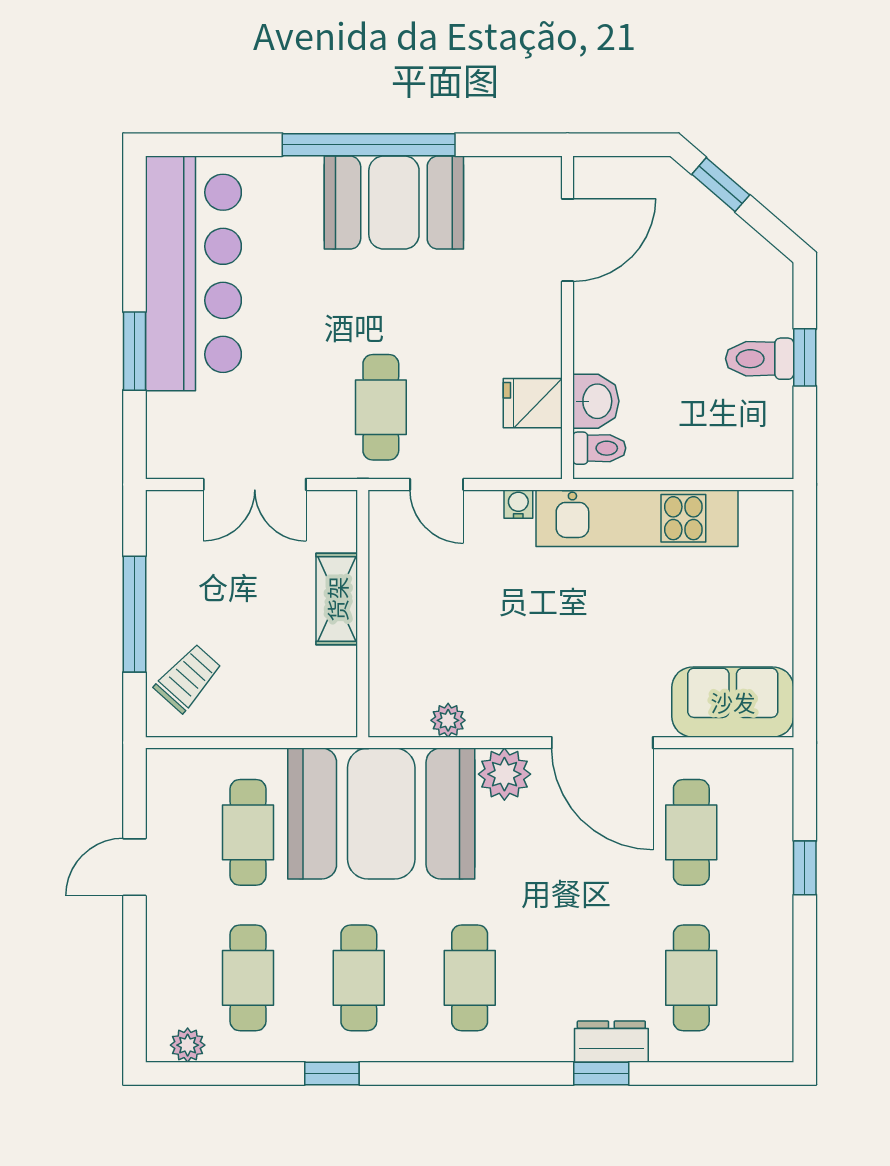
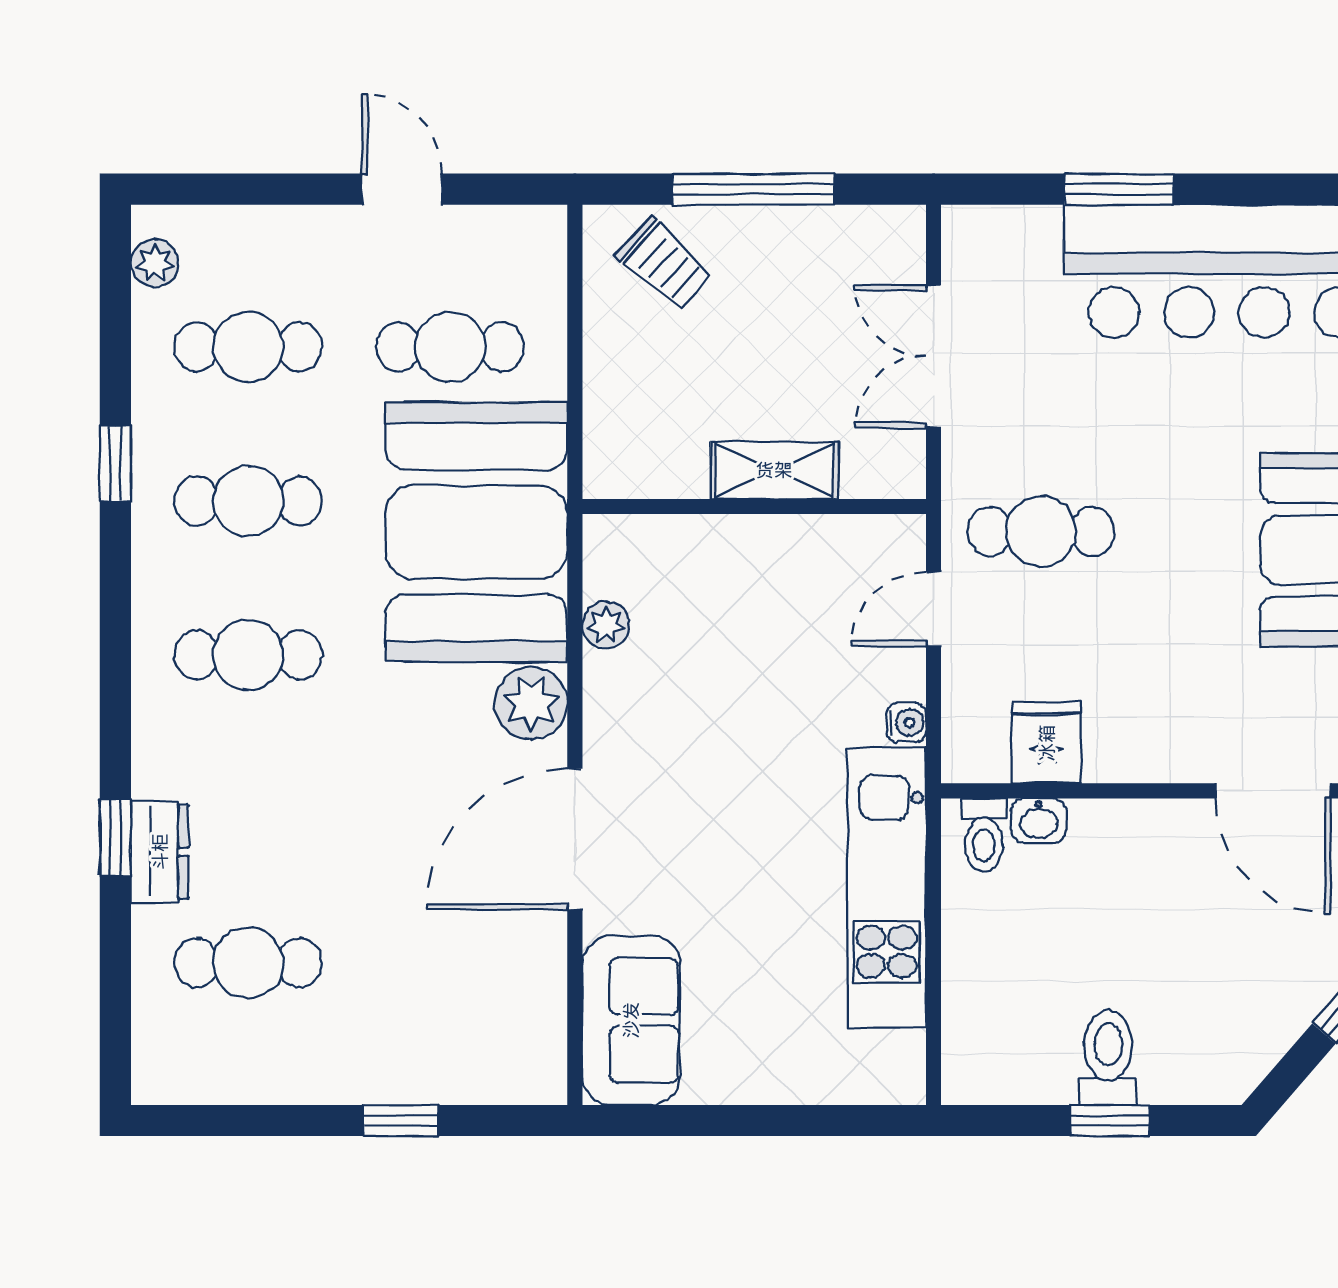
washbasin: (596, 401) -> (1039, 820), width x0.72, depth x0.69
cafe table: (691, 832) -> (450, 963), removed

